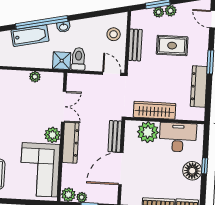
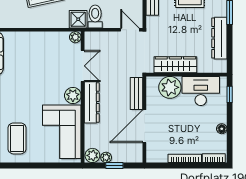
plant: (35, 77) -> (75, 37), moved
window: (205, 166) -> (230, 94), moved
floor lamp: (192, 171) -> (222, 129), width x0.53, depth x0.53

